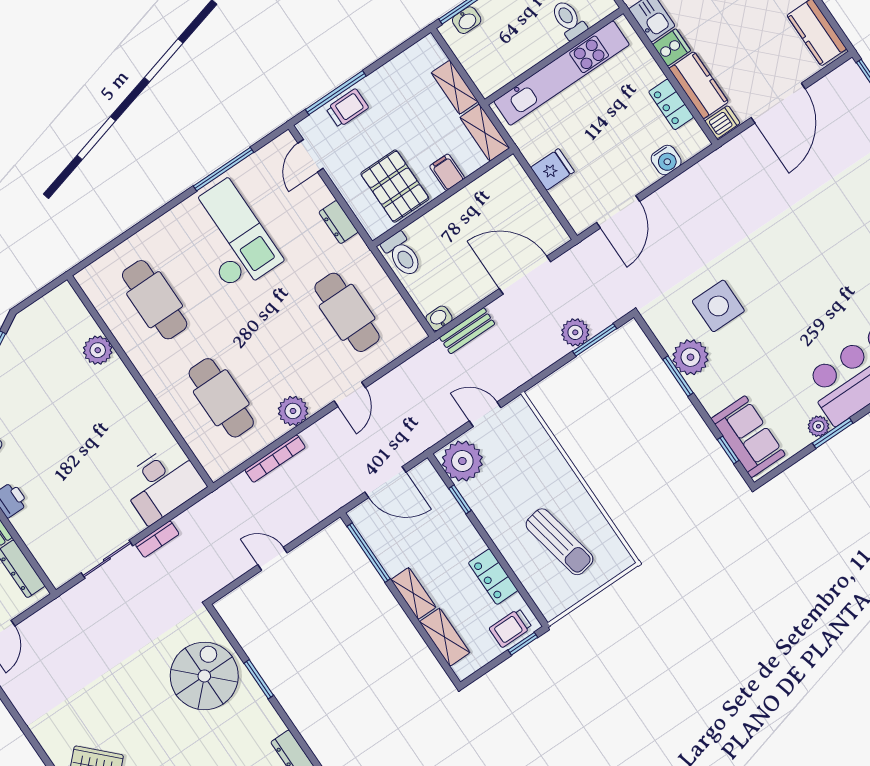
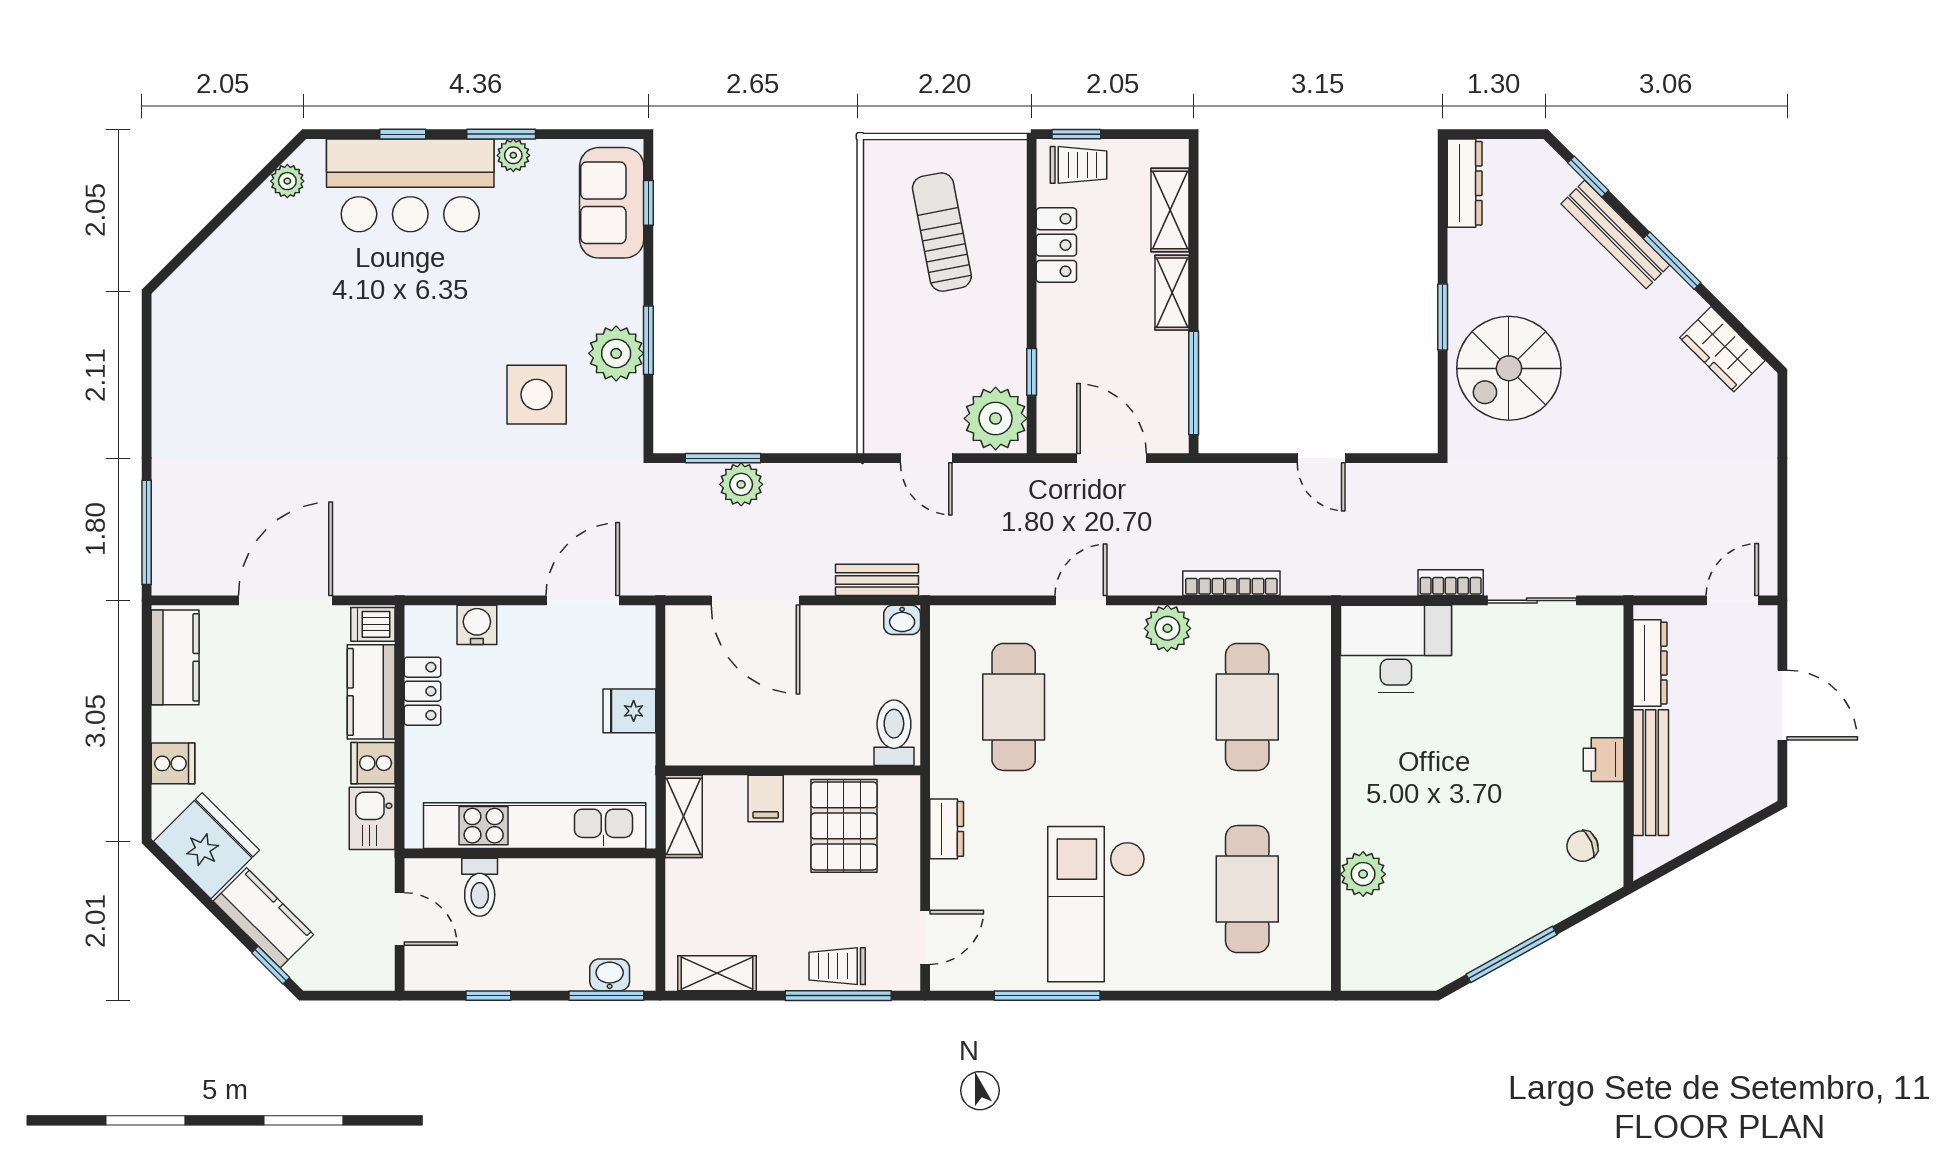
shelving: (455, 87) -> (717, 973), moved, turned 90

